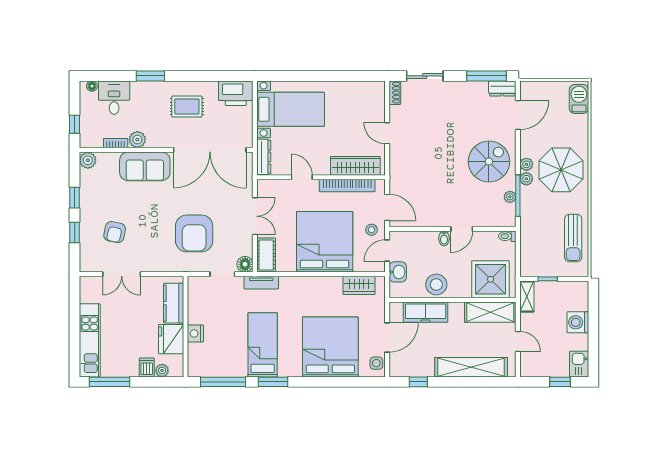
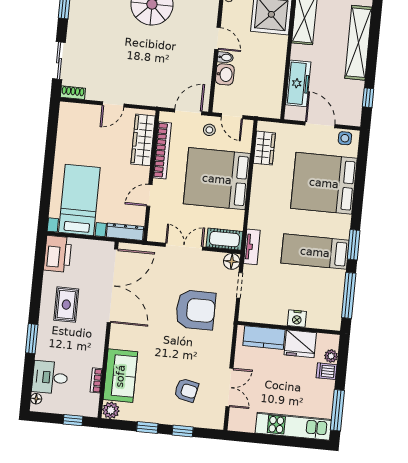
plant: (137, 140) -> (95, 358), removed
sofa: (145, 166) -> (120, 376), moved
washbasin: (398, 272) -> (225, 74), moved, turned 90
stool: (436, 284) -> (271, 70), removed

